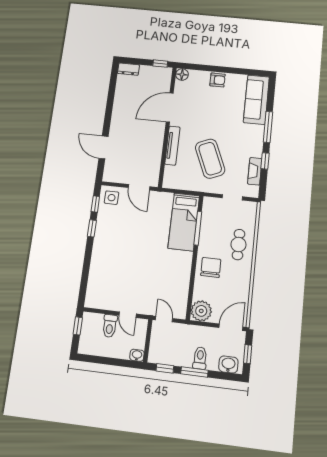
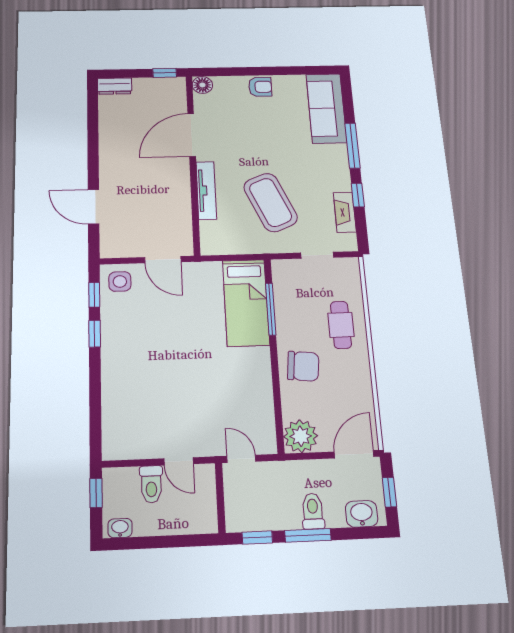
chair: (211, 267) -> (303, 366), turned 96
washbasin: (137, 355) -> (120, 528), moved

